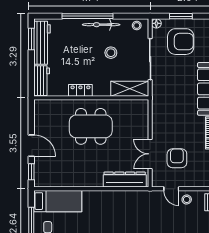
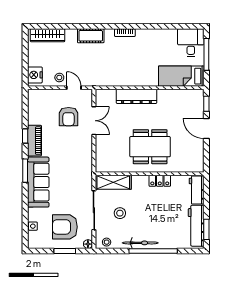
stool: (111, 53) -> (120, 213), moved
dresser: (125, 180) -> (136, 96), moved

